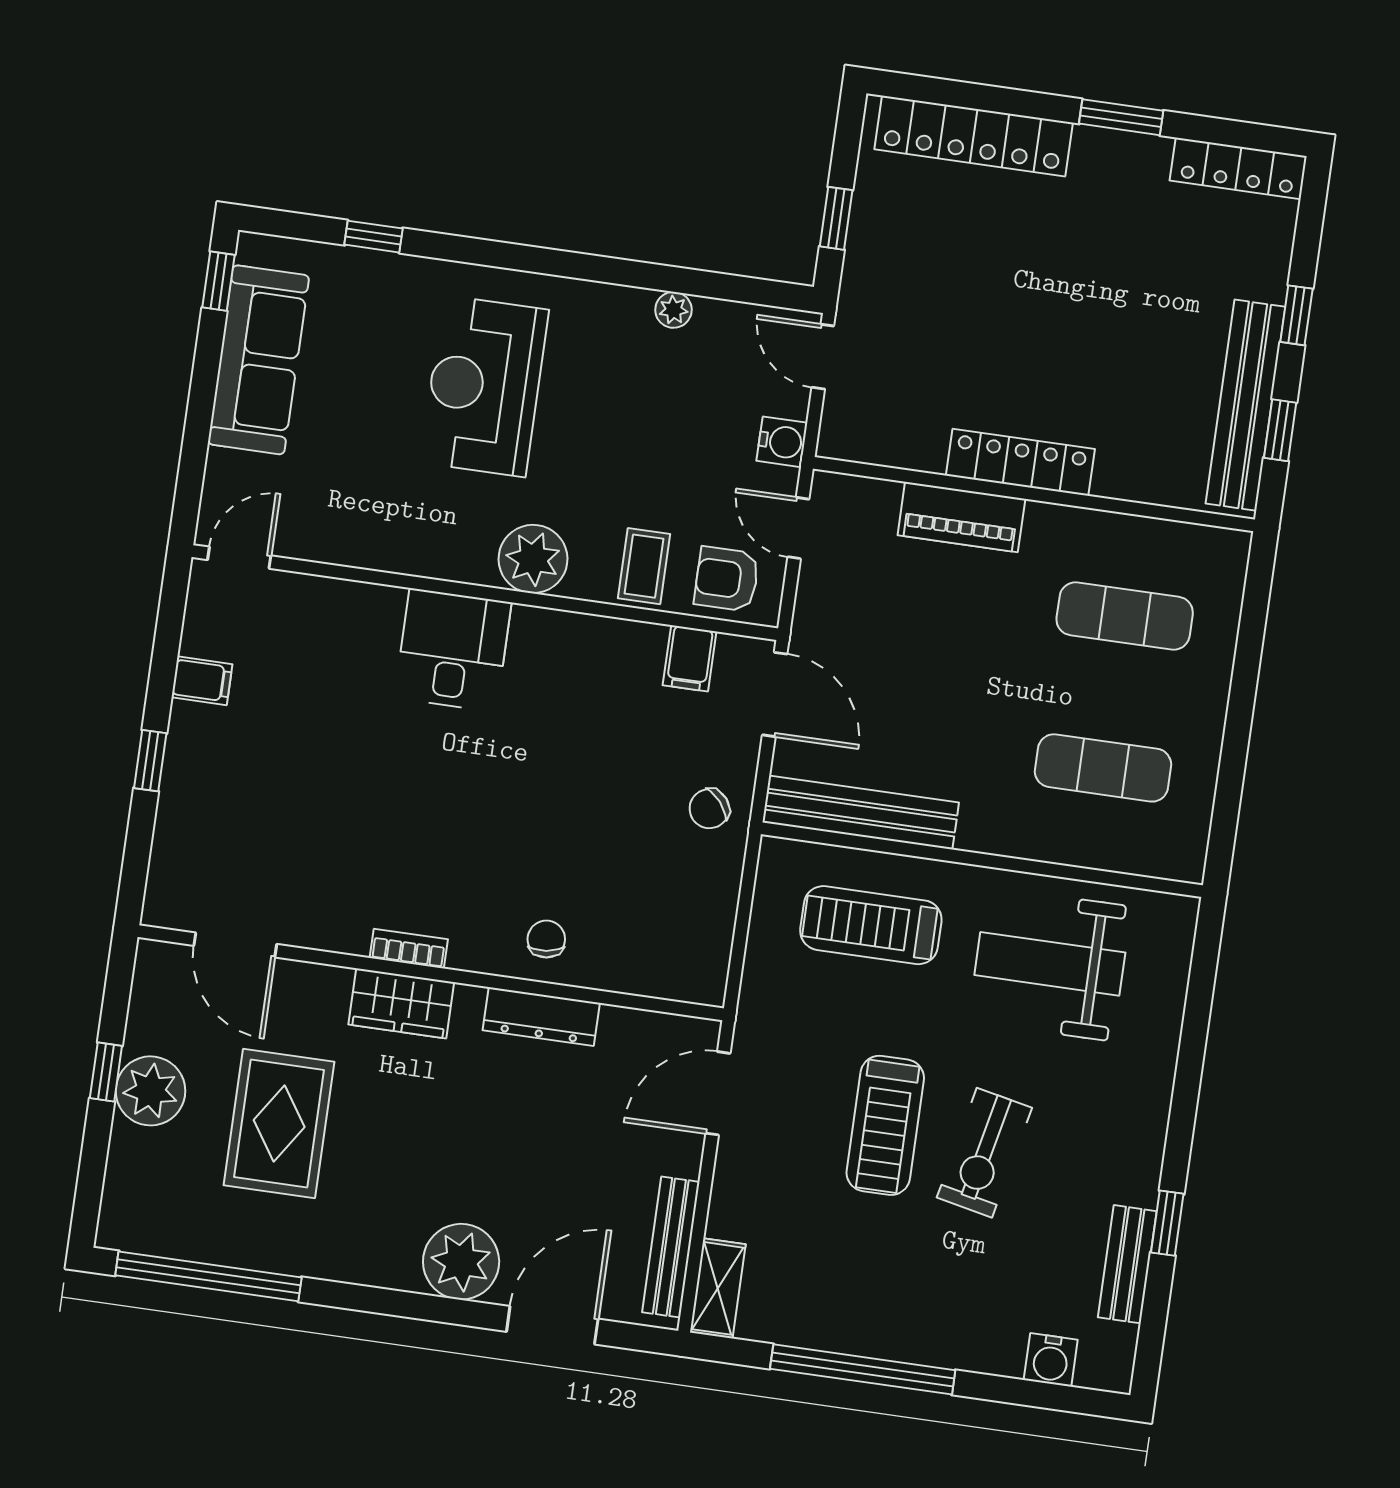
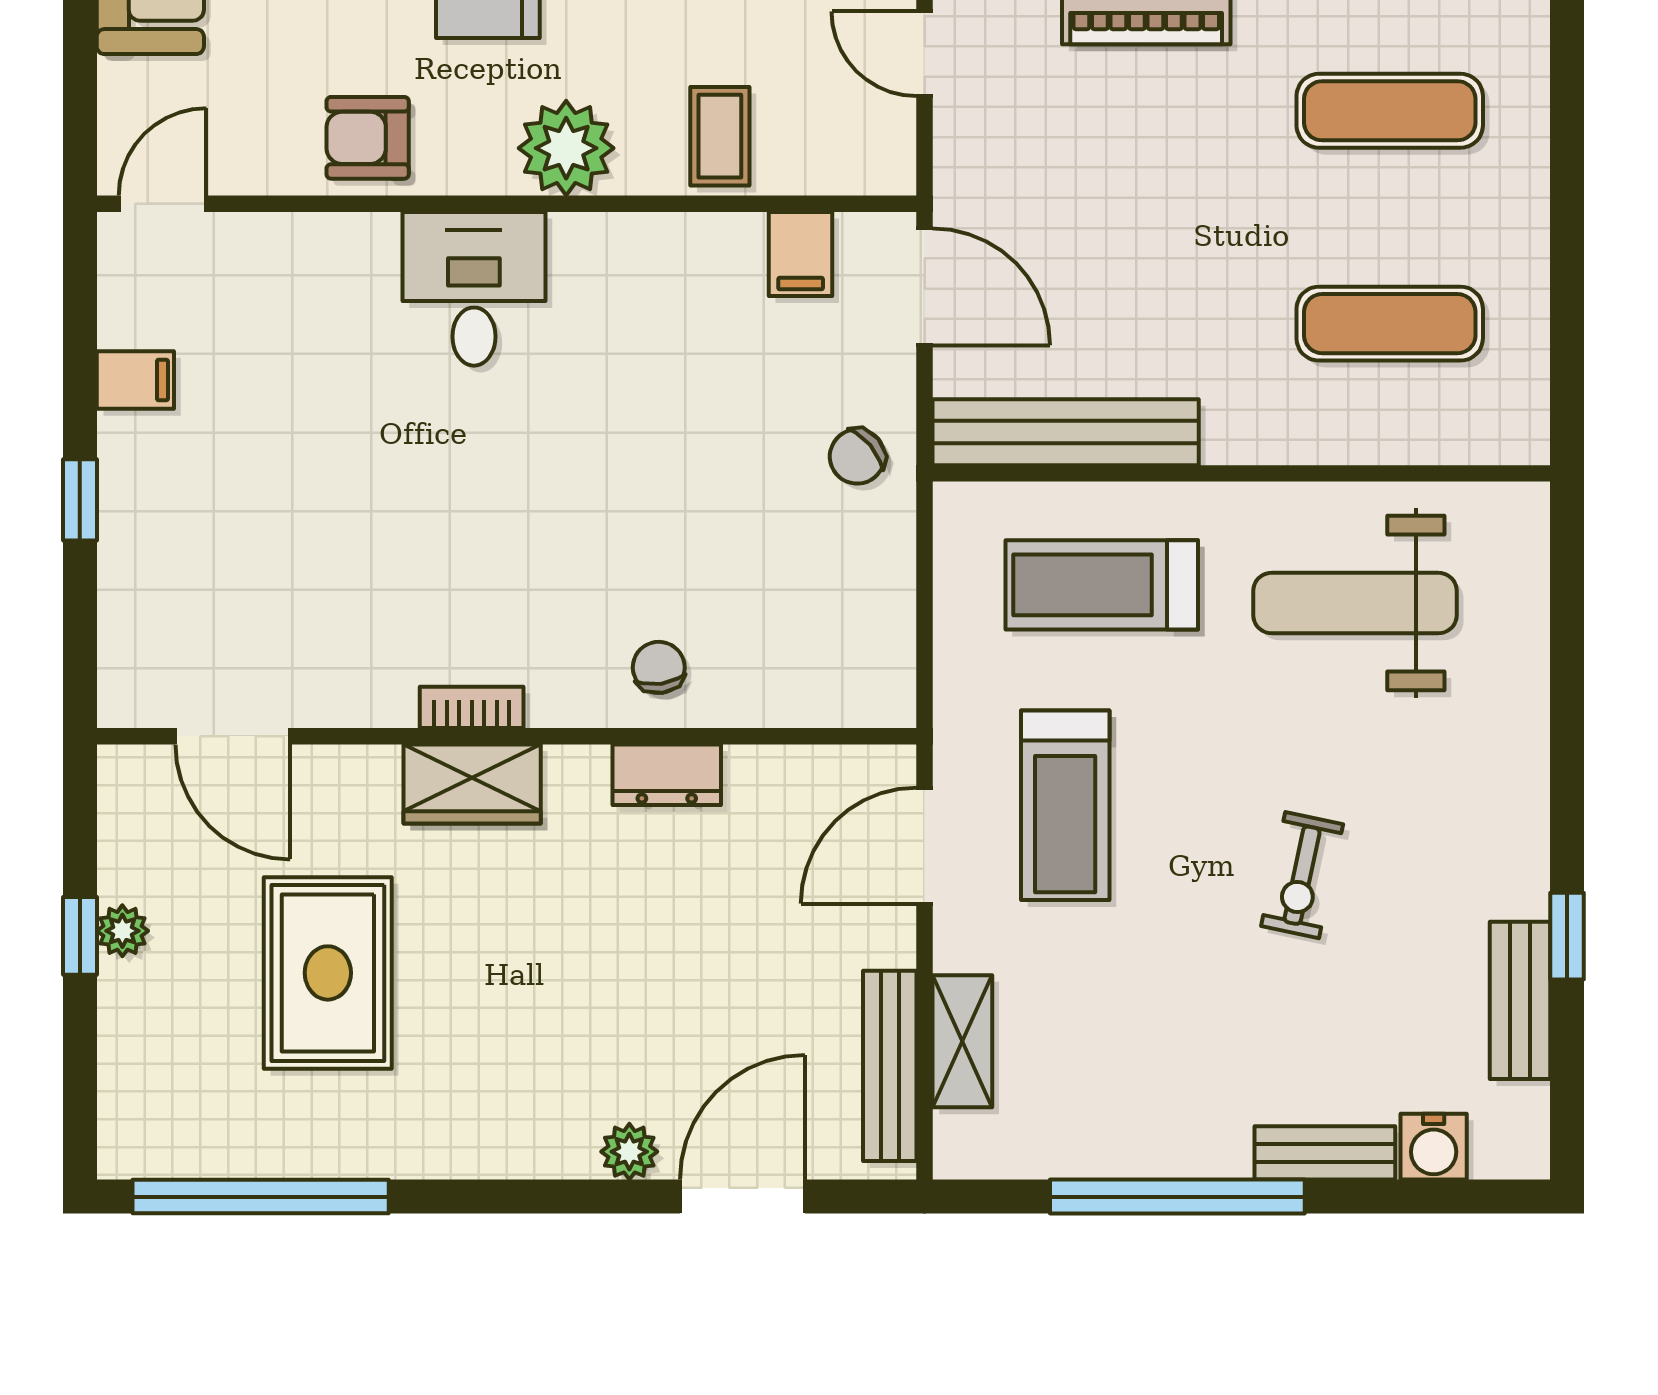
armchair: (727, 579) -> (368, 138), moved
dresser: (541, 1016) -> (667, 775), width x0.70
plant: (151, 1091) -> (122, 931), width x0.53, depth x0.53
treadmill: (885, 1125) -> (1065, 805), moved
exercise bike: (984, 1153) -> (1302, 875), width x0.73, depth x0.72
plant: (461, 1262) -> (629, 1152), width x0.53, depth x0.53
shelving: (718, 1288) -> (962, 1041), moved
bench: (972, 1353) -> (1325, 1153), added

